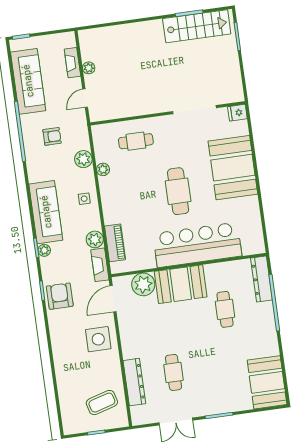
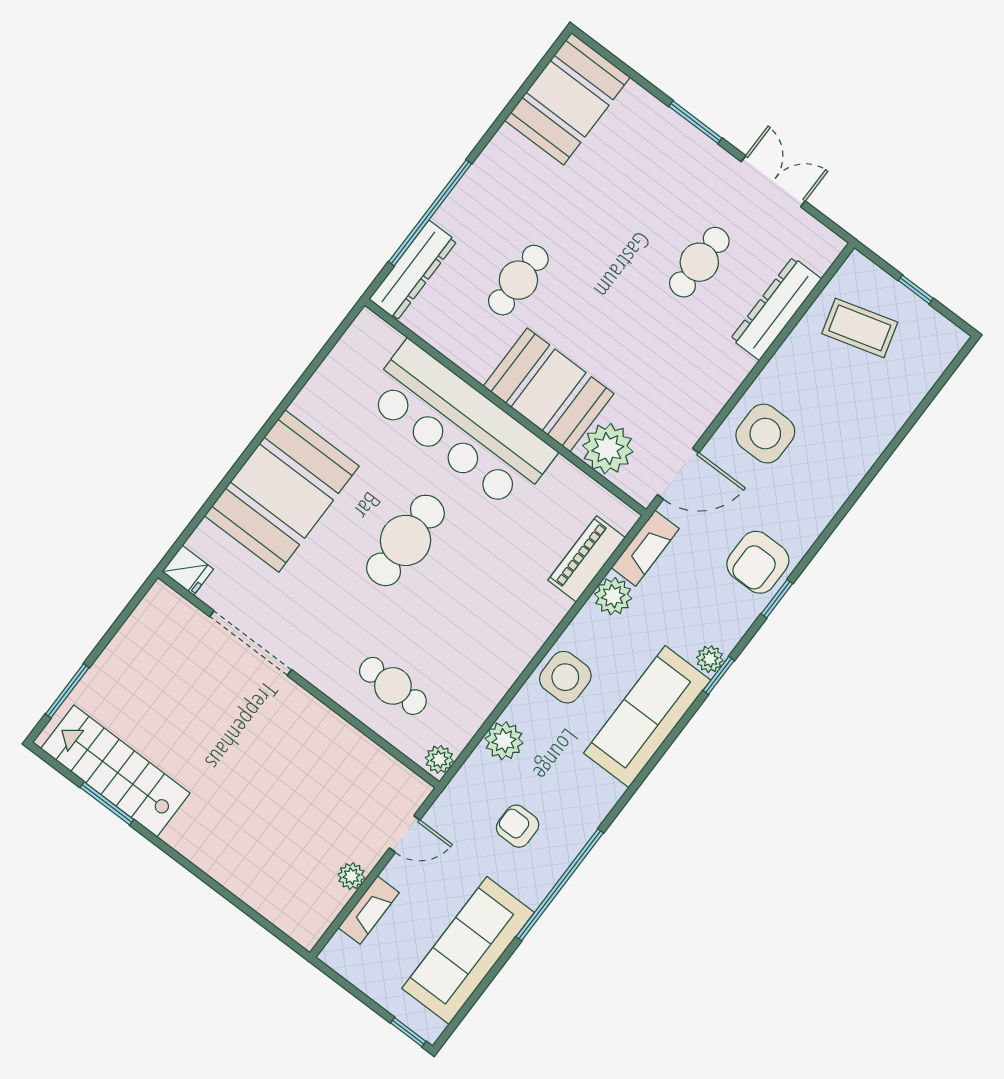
plant: (103, 169) -> (439, 759), moved
side table: (84, 199) -> (565, 677), width x1.87, depth x1.87

